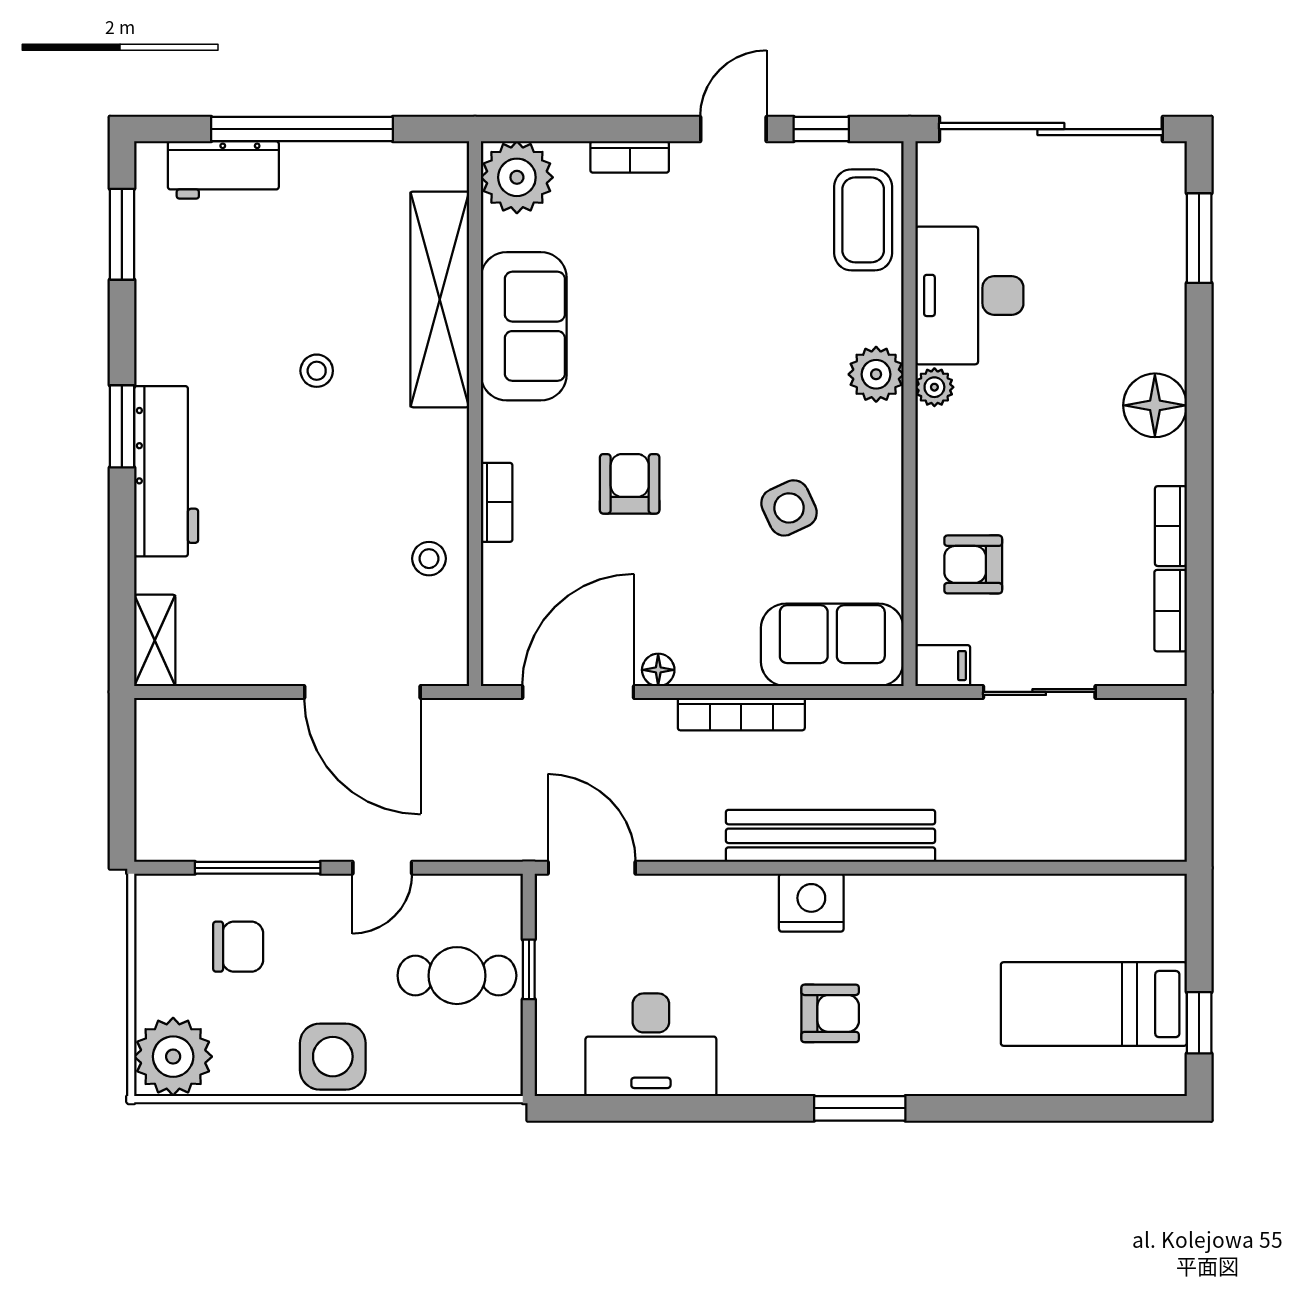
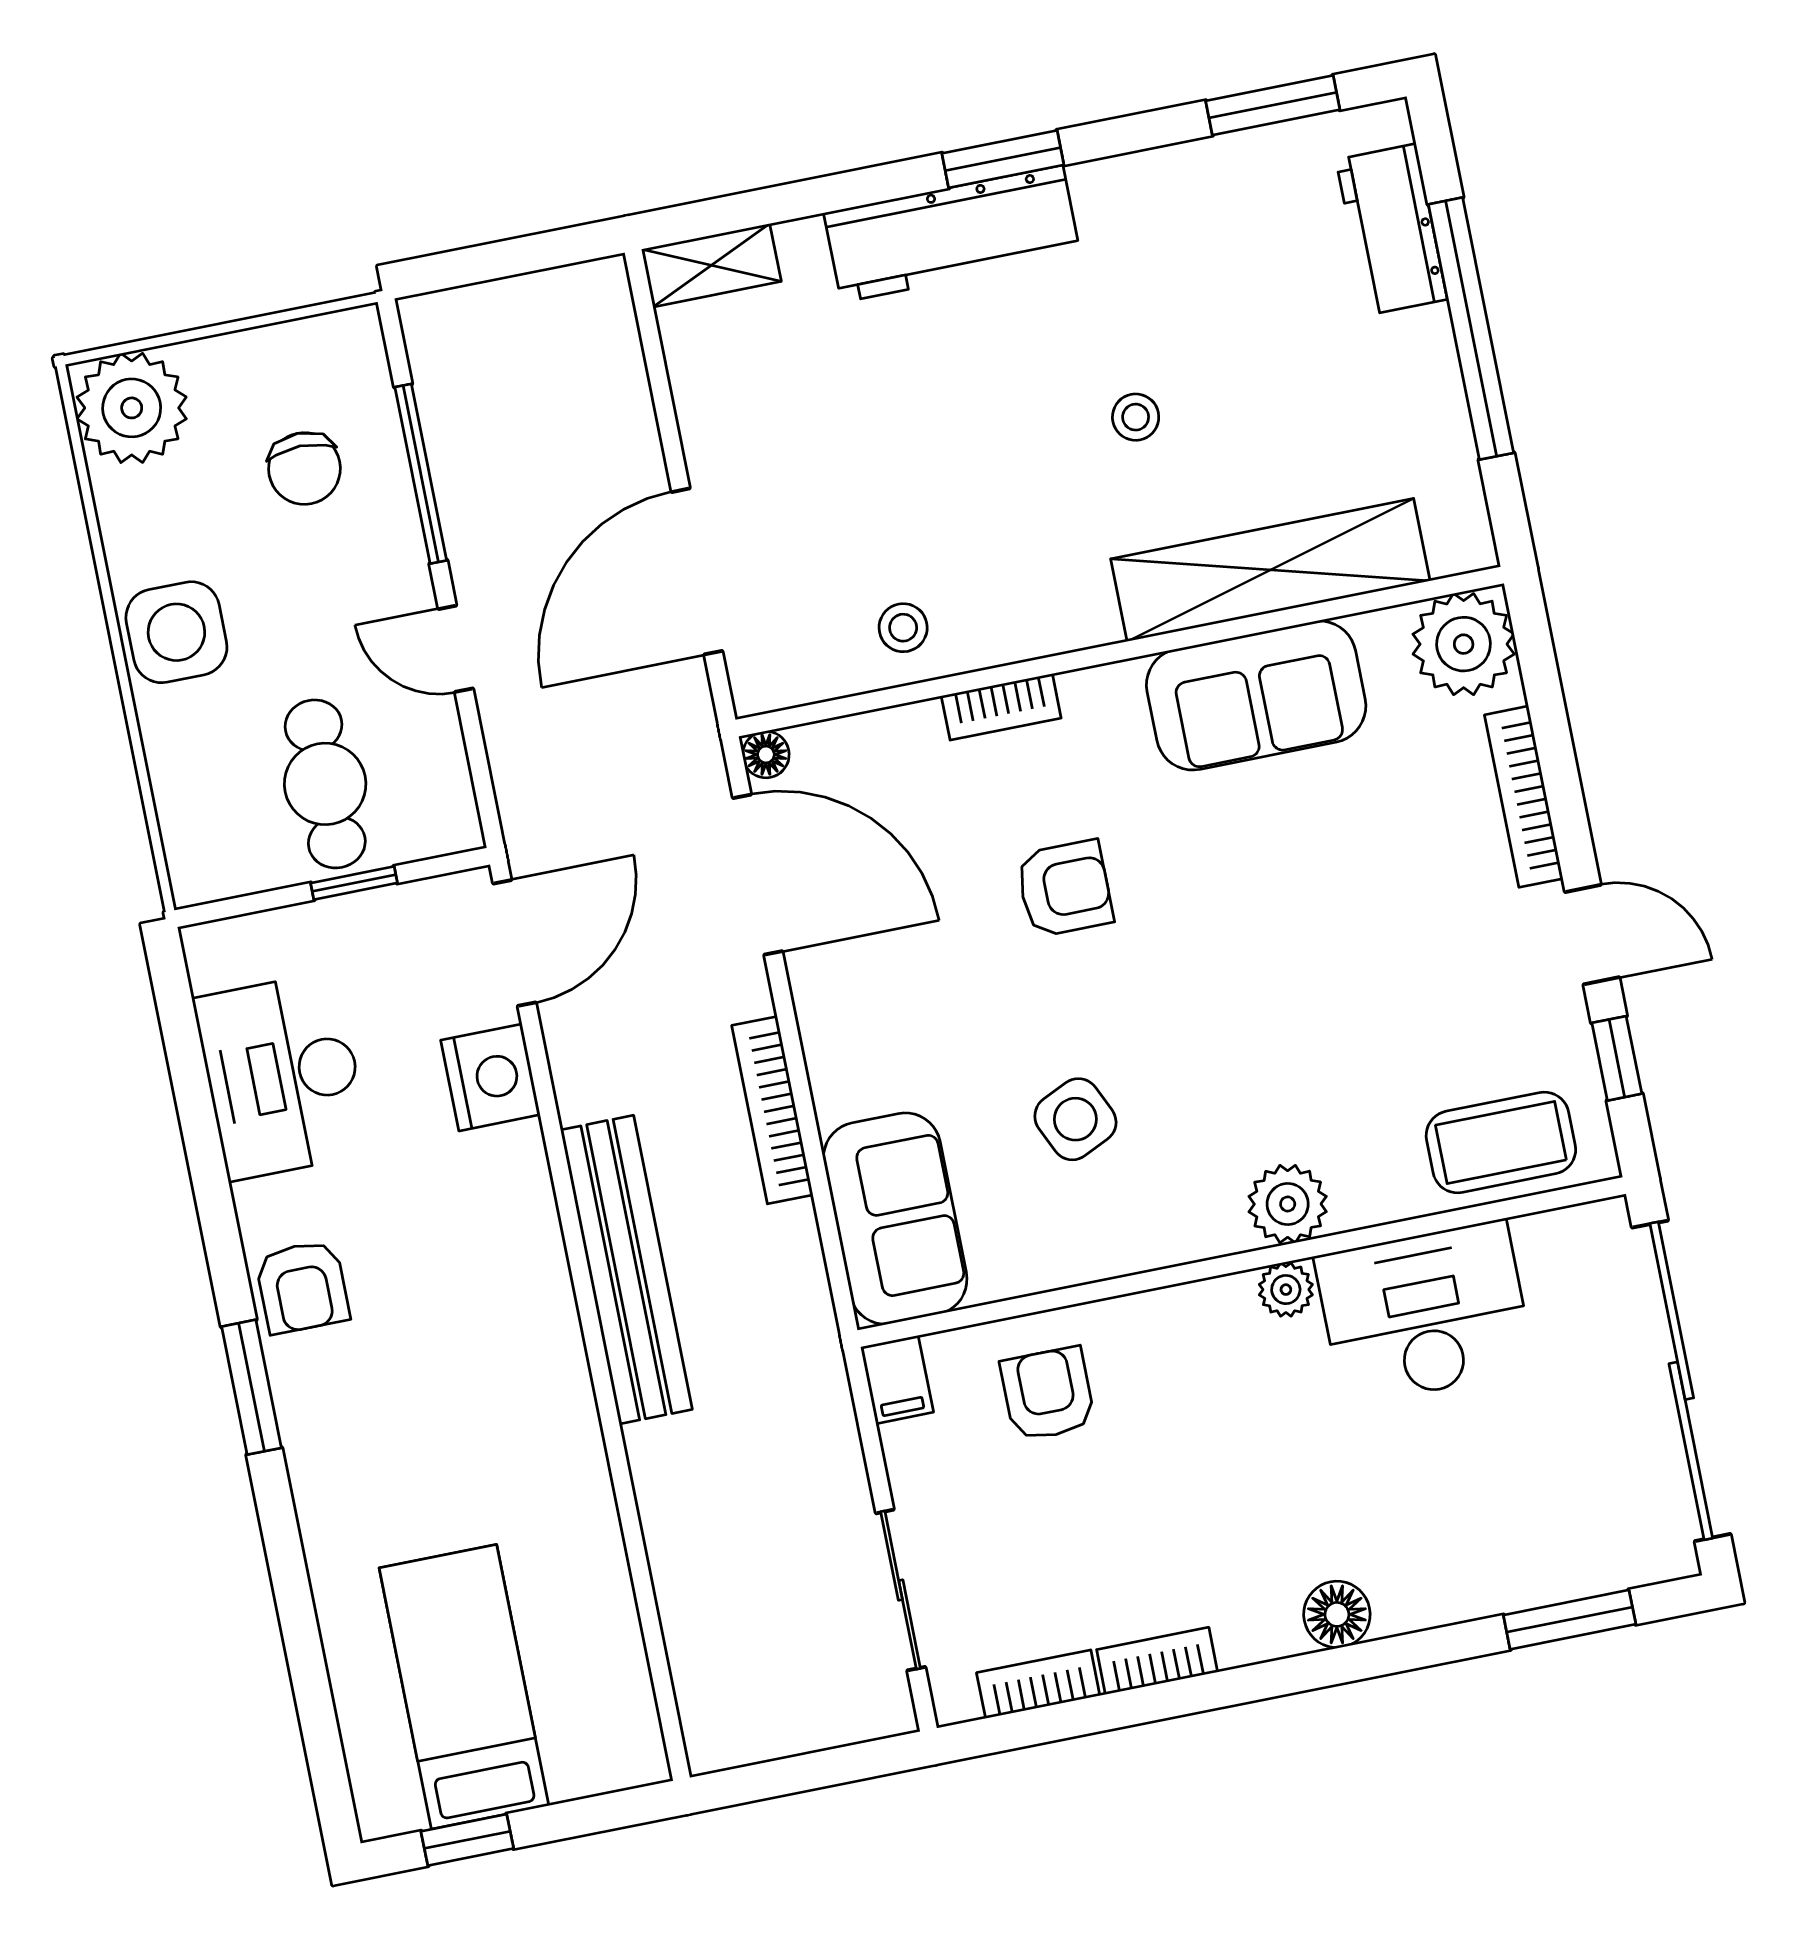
bookcase: (630, 157) -> (1524, 797), width x1.56
floor lamp: (1155, 405) -> (1337, 1614), width x0.73, depth x0.73
floor lamp: (658, 670) -> (766, 755), moved
sliding door: (1039, 692) -> (901, 1590), moved
nightstand: (811, 903) -> (490, 1077), moved
armchair: (830, 1013) -> (302, 1287), moved

